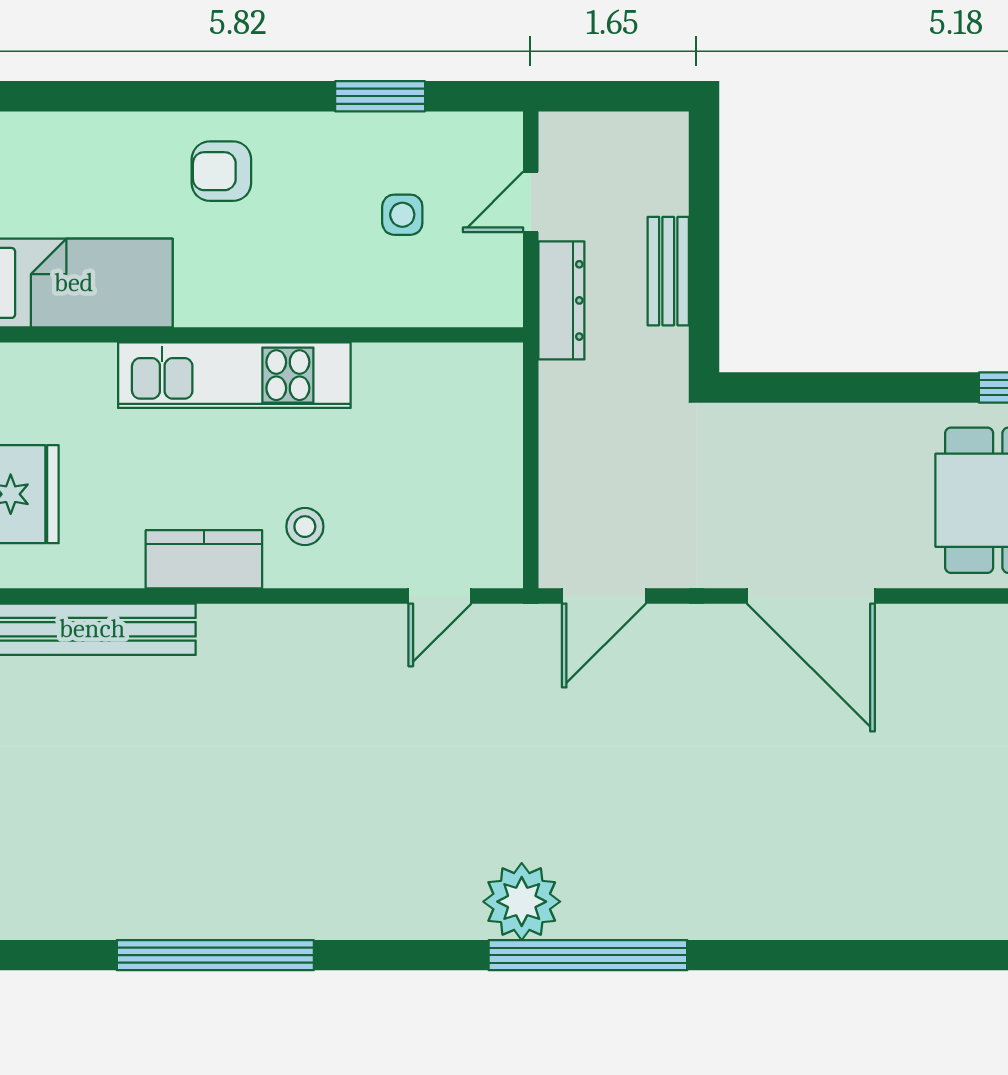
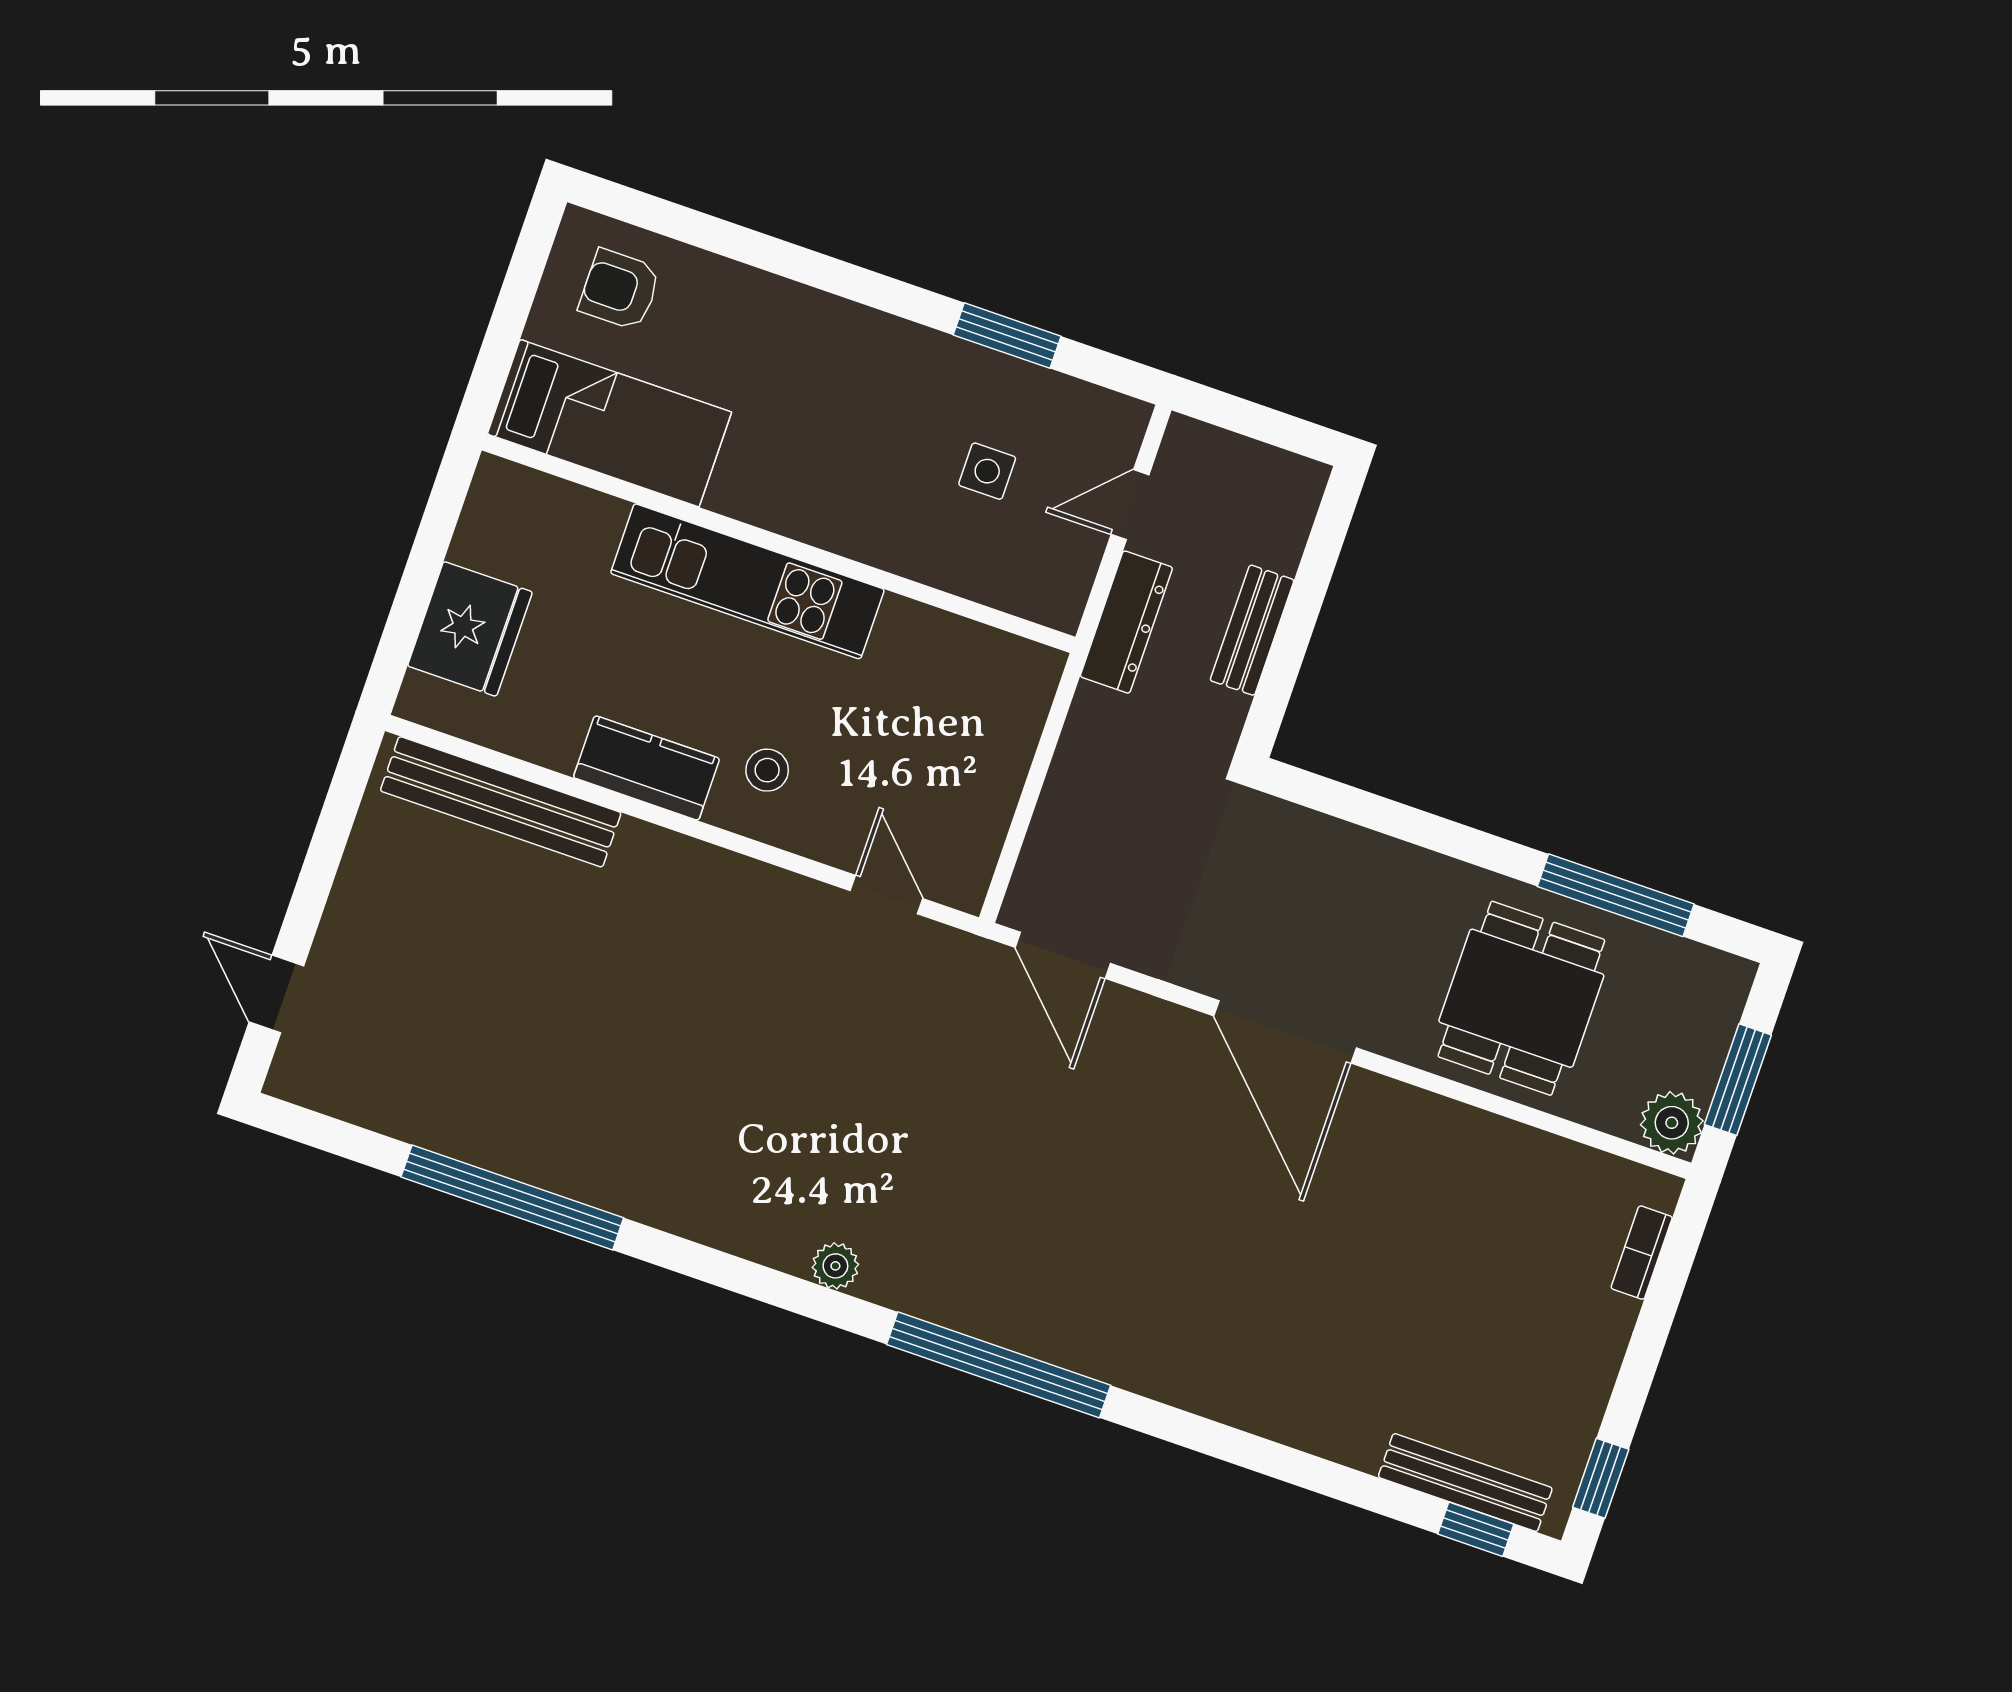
armchair: (221, 171) -> (620, 290), moved
door: (440, 596) -> (887, 895), swing flipped
door: (604, 596) -> (1063, 955), hinge flipped
plant: (522, 902) -> (835, 1266), width x0.53, depth x0.53
window: (588, 955) -> (999, 1365), moved

